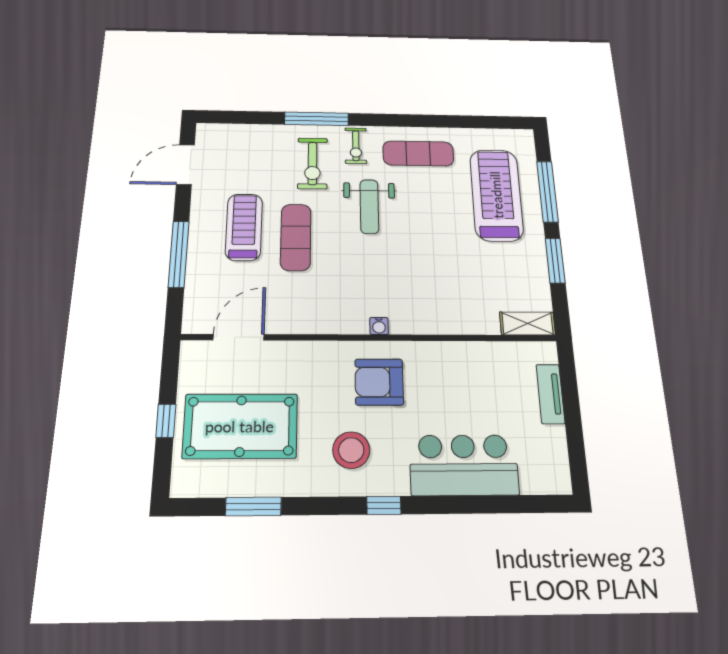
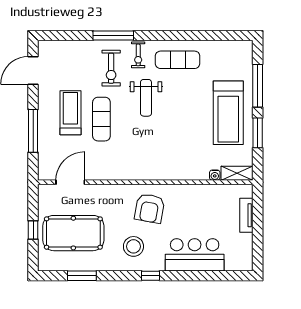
treadmill: (496, 195) -> (228, 113), moved, turned 180
water cooler: (379, 326) -> (215, 175), moved
armchair: (379, 382) -> (150, 208), turned -80

